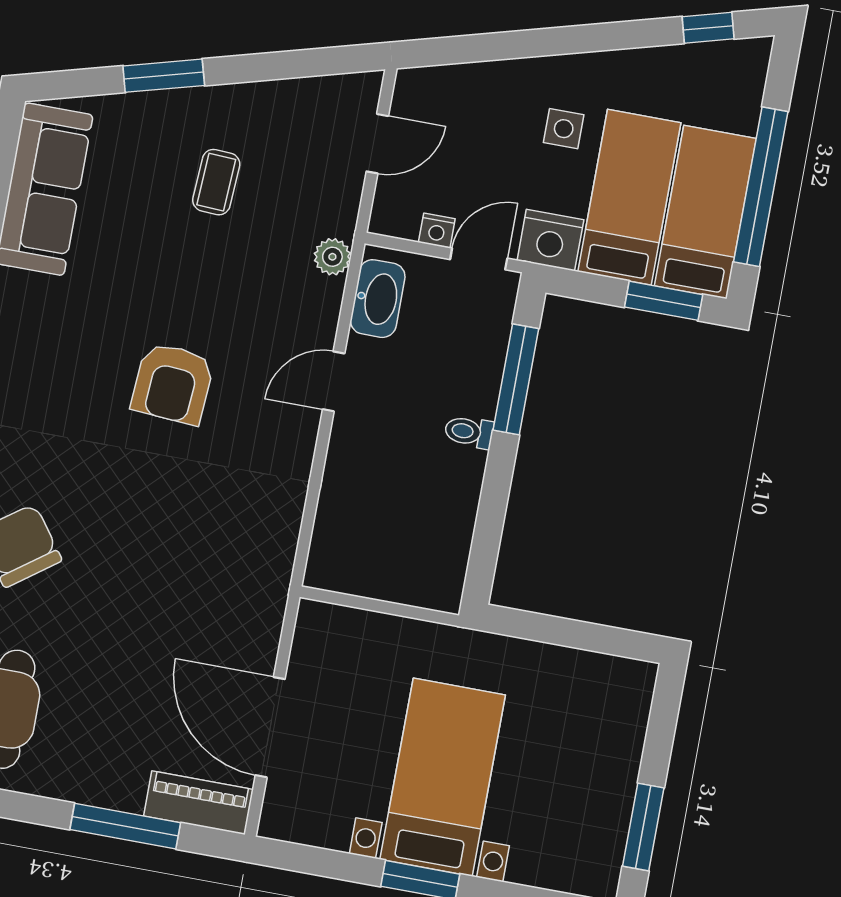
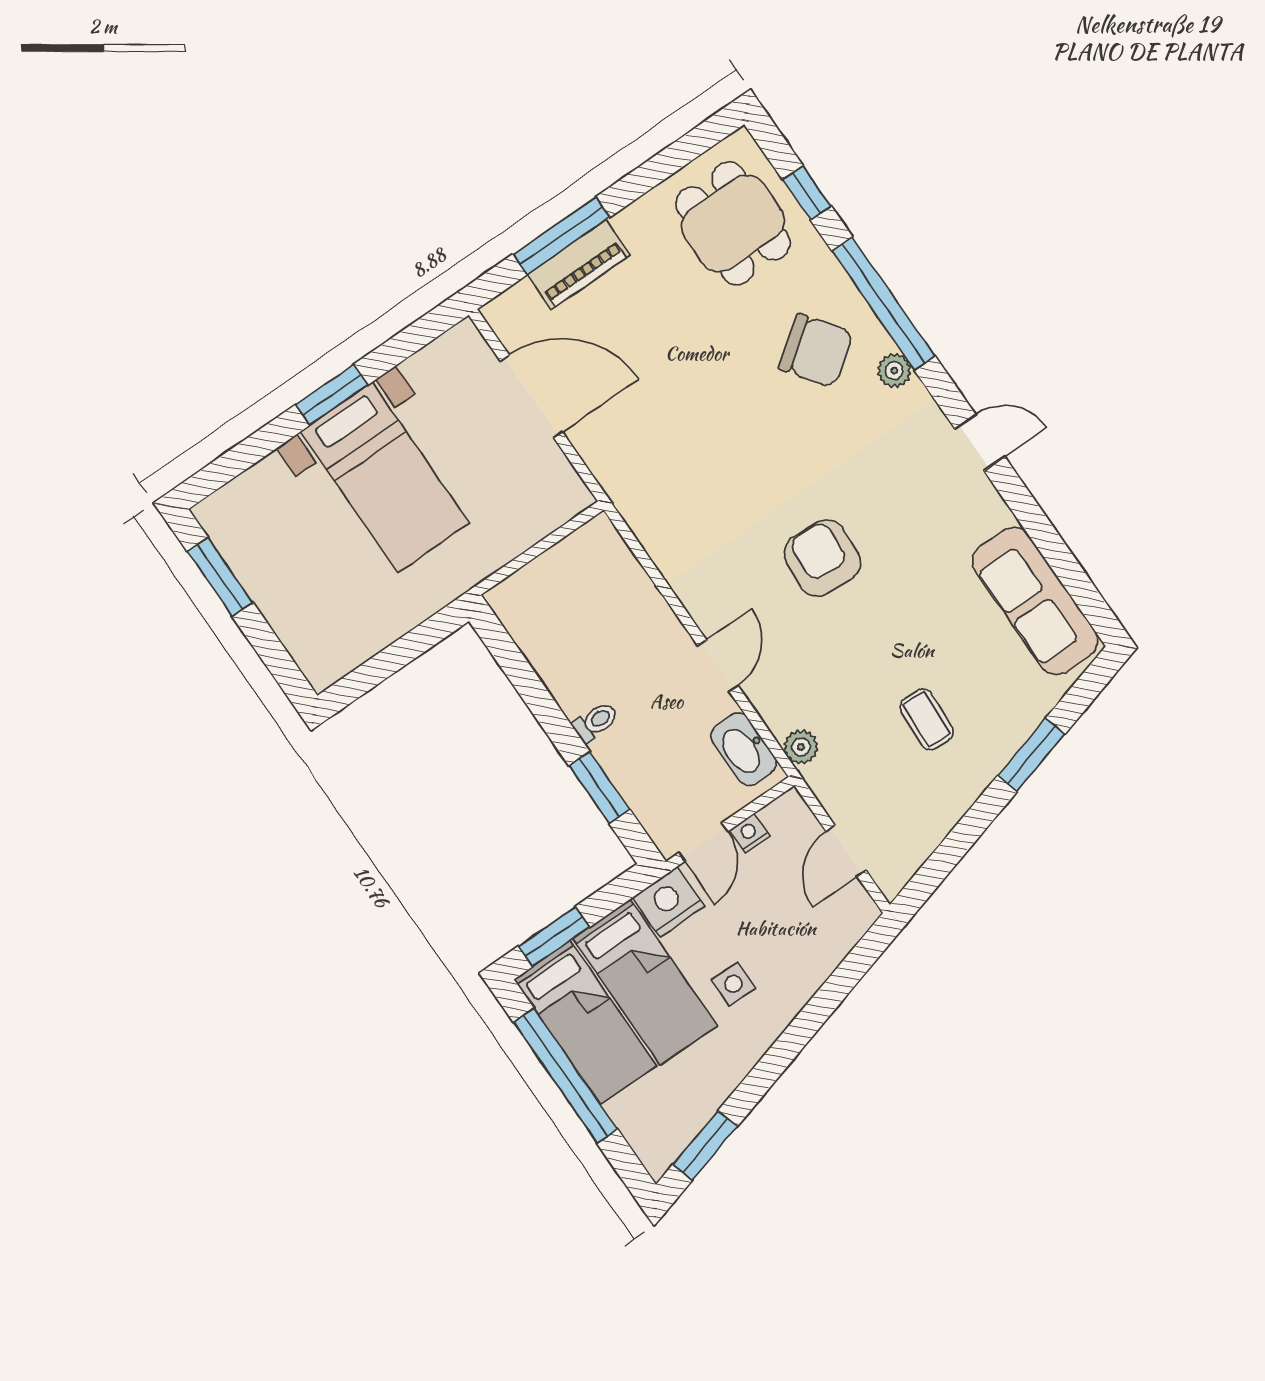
window: (708, 28) -> (705, 1146), width x1.50
window: (516, 379) -> (599, 787), width x0.69
piano: (199, 803) -> (579, 265), moved

